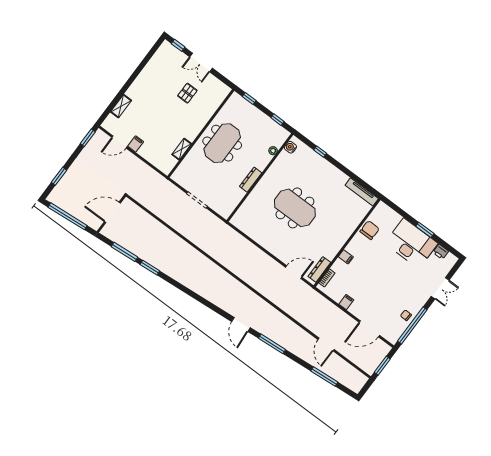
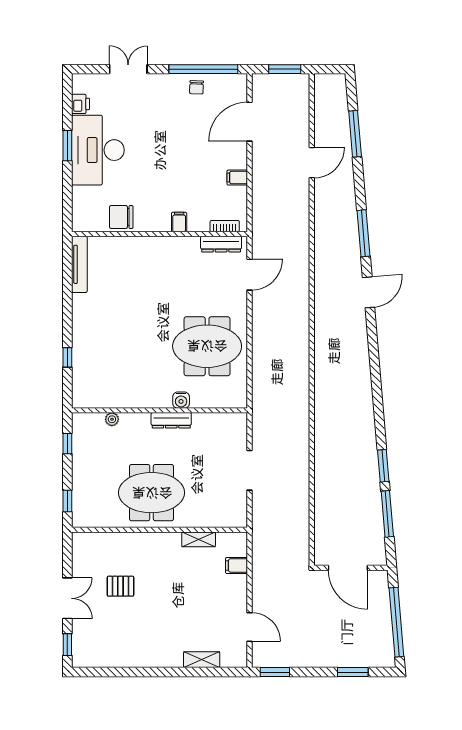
filing cabinet: (136, 144) -> (237, 565), moved
water cooler: (290, 147) -> (181, 400), moved
meeting table: (295, 208) -> (207, 346), moved, turned 90
door: (294, 272) -> (250, 275), swing flipped
door: (369, 329) -> (250, 122), swing flipped

